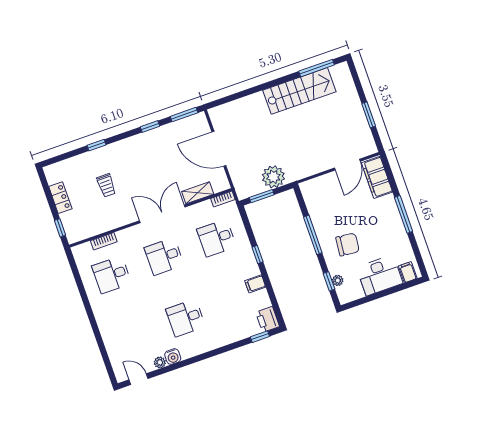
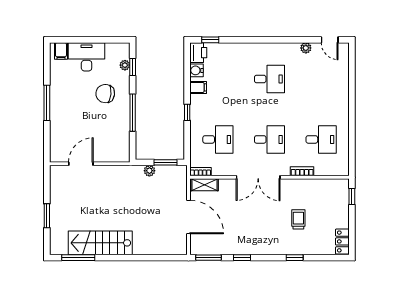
window: (369, 115) -> (47, 216), moved
plant: (273, 177) -> (149, 171), width x0.53, depth x0.53
filing cabinet: (377, 177) -> (59, 143), removed
shelving: (198, 193) -> (204, 185), moved
locker: (60, 198) -> (342, 241), moved
bookcase: (104, 241) -> (302, 171), moved
water cooler: (173, 357) -> (196, 70), moved, turned -90

